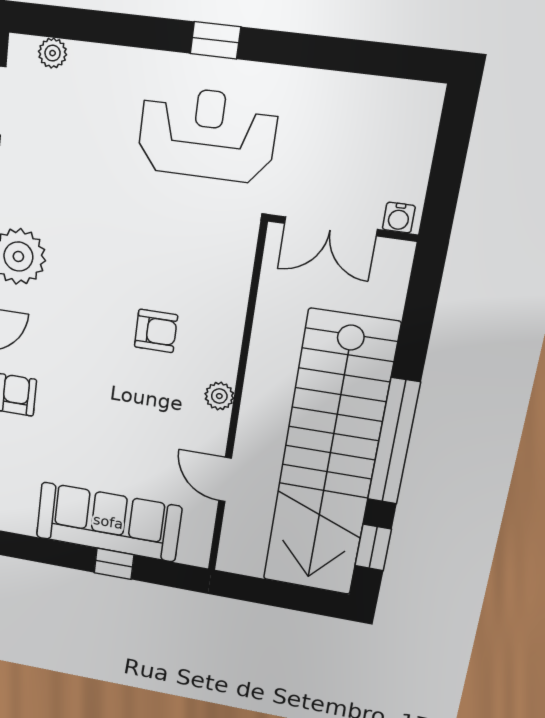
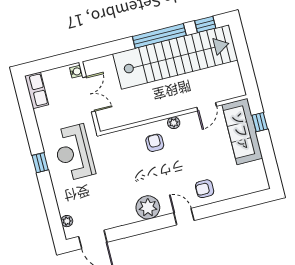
row of seats: (397, 101) -> (37, 90), added
plant: (219, 396) -> (174, 123), moved
wall: (237, 403) -> (174, 115), moved
door: (225, 480) -> (207, 107), moved

